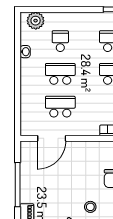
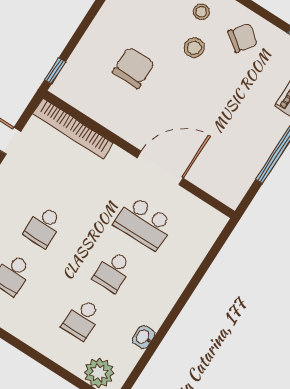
school desk: (60, 74) -> (113, 271), width x0.54
door: (52, 138) -> (160, 168), moved

